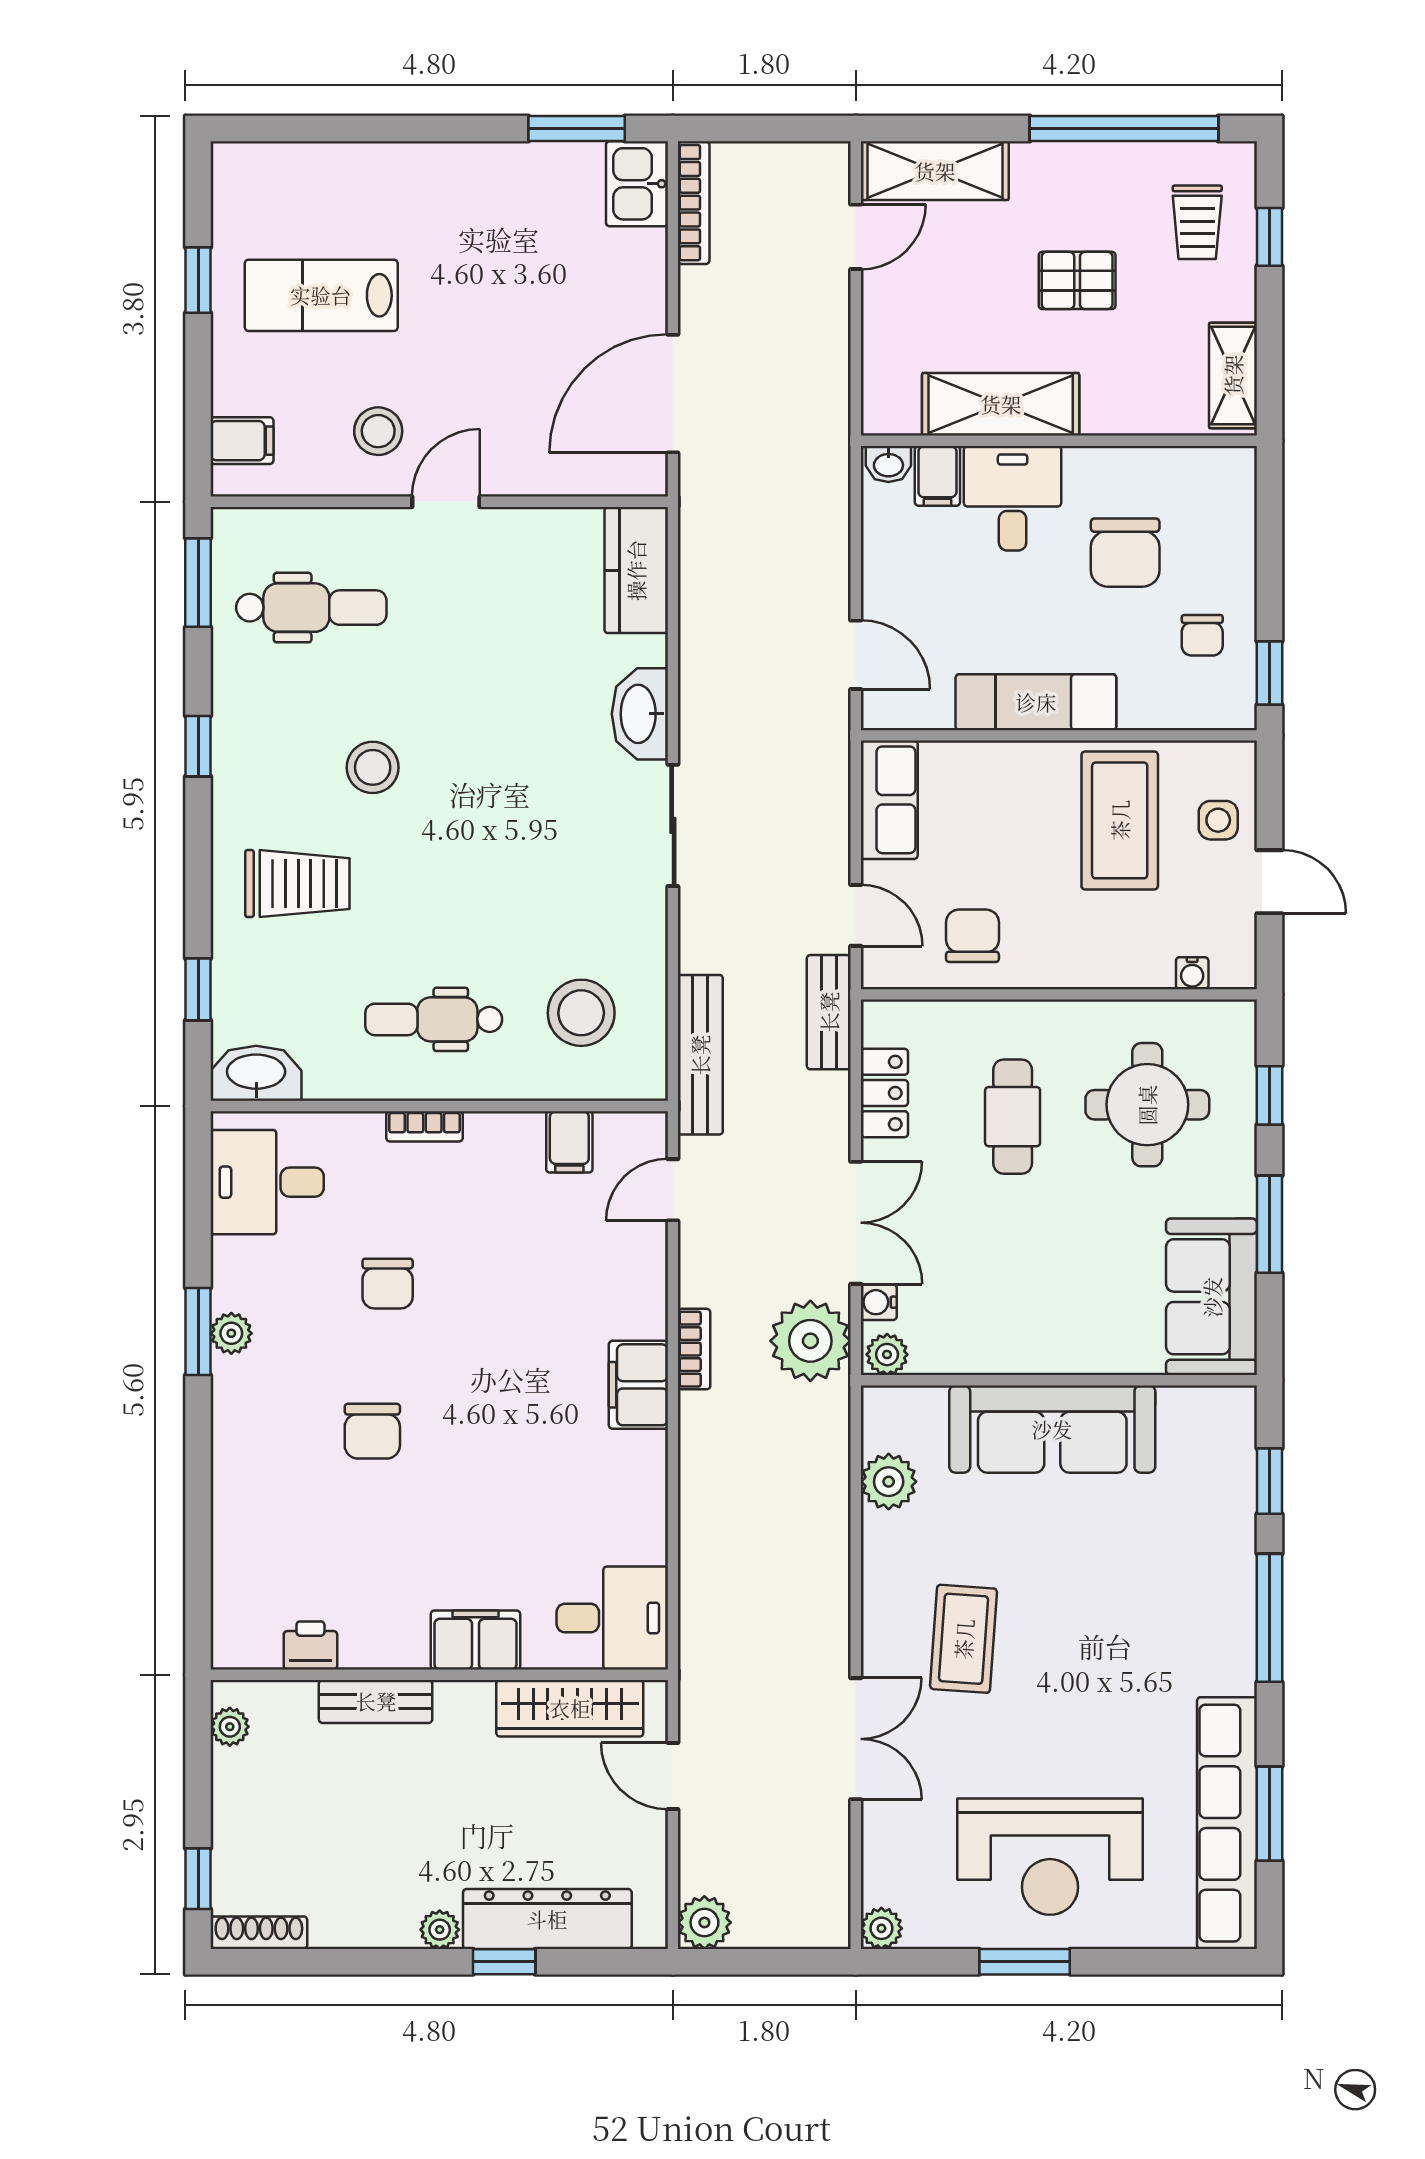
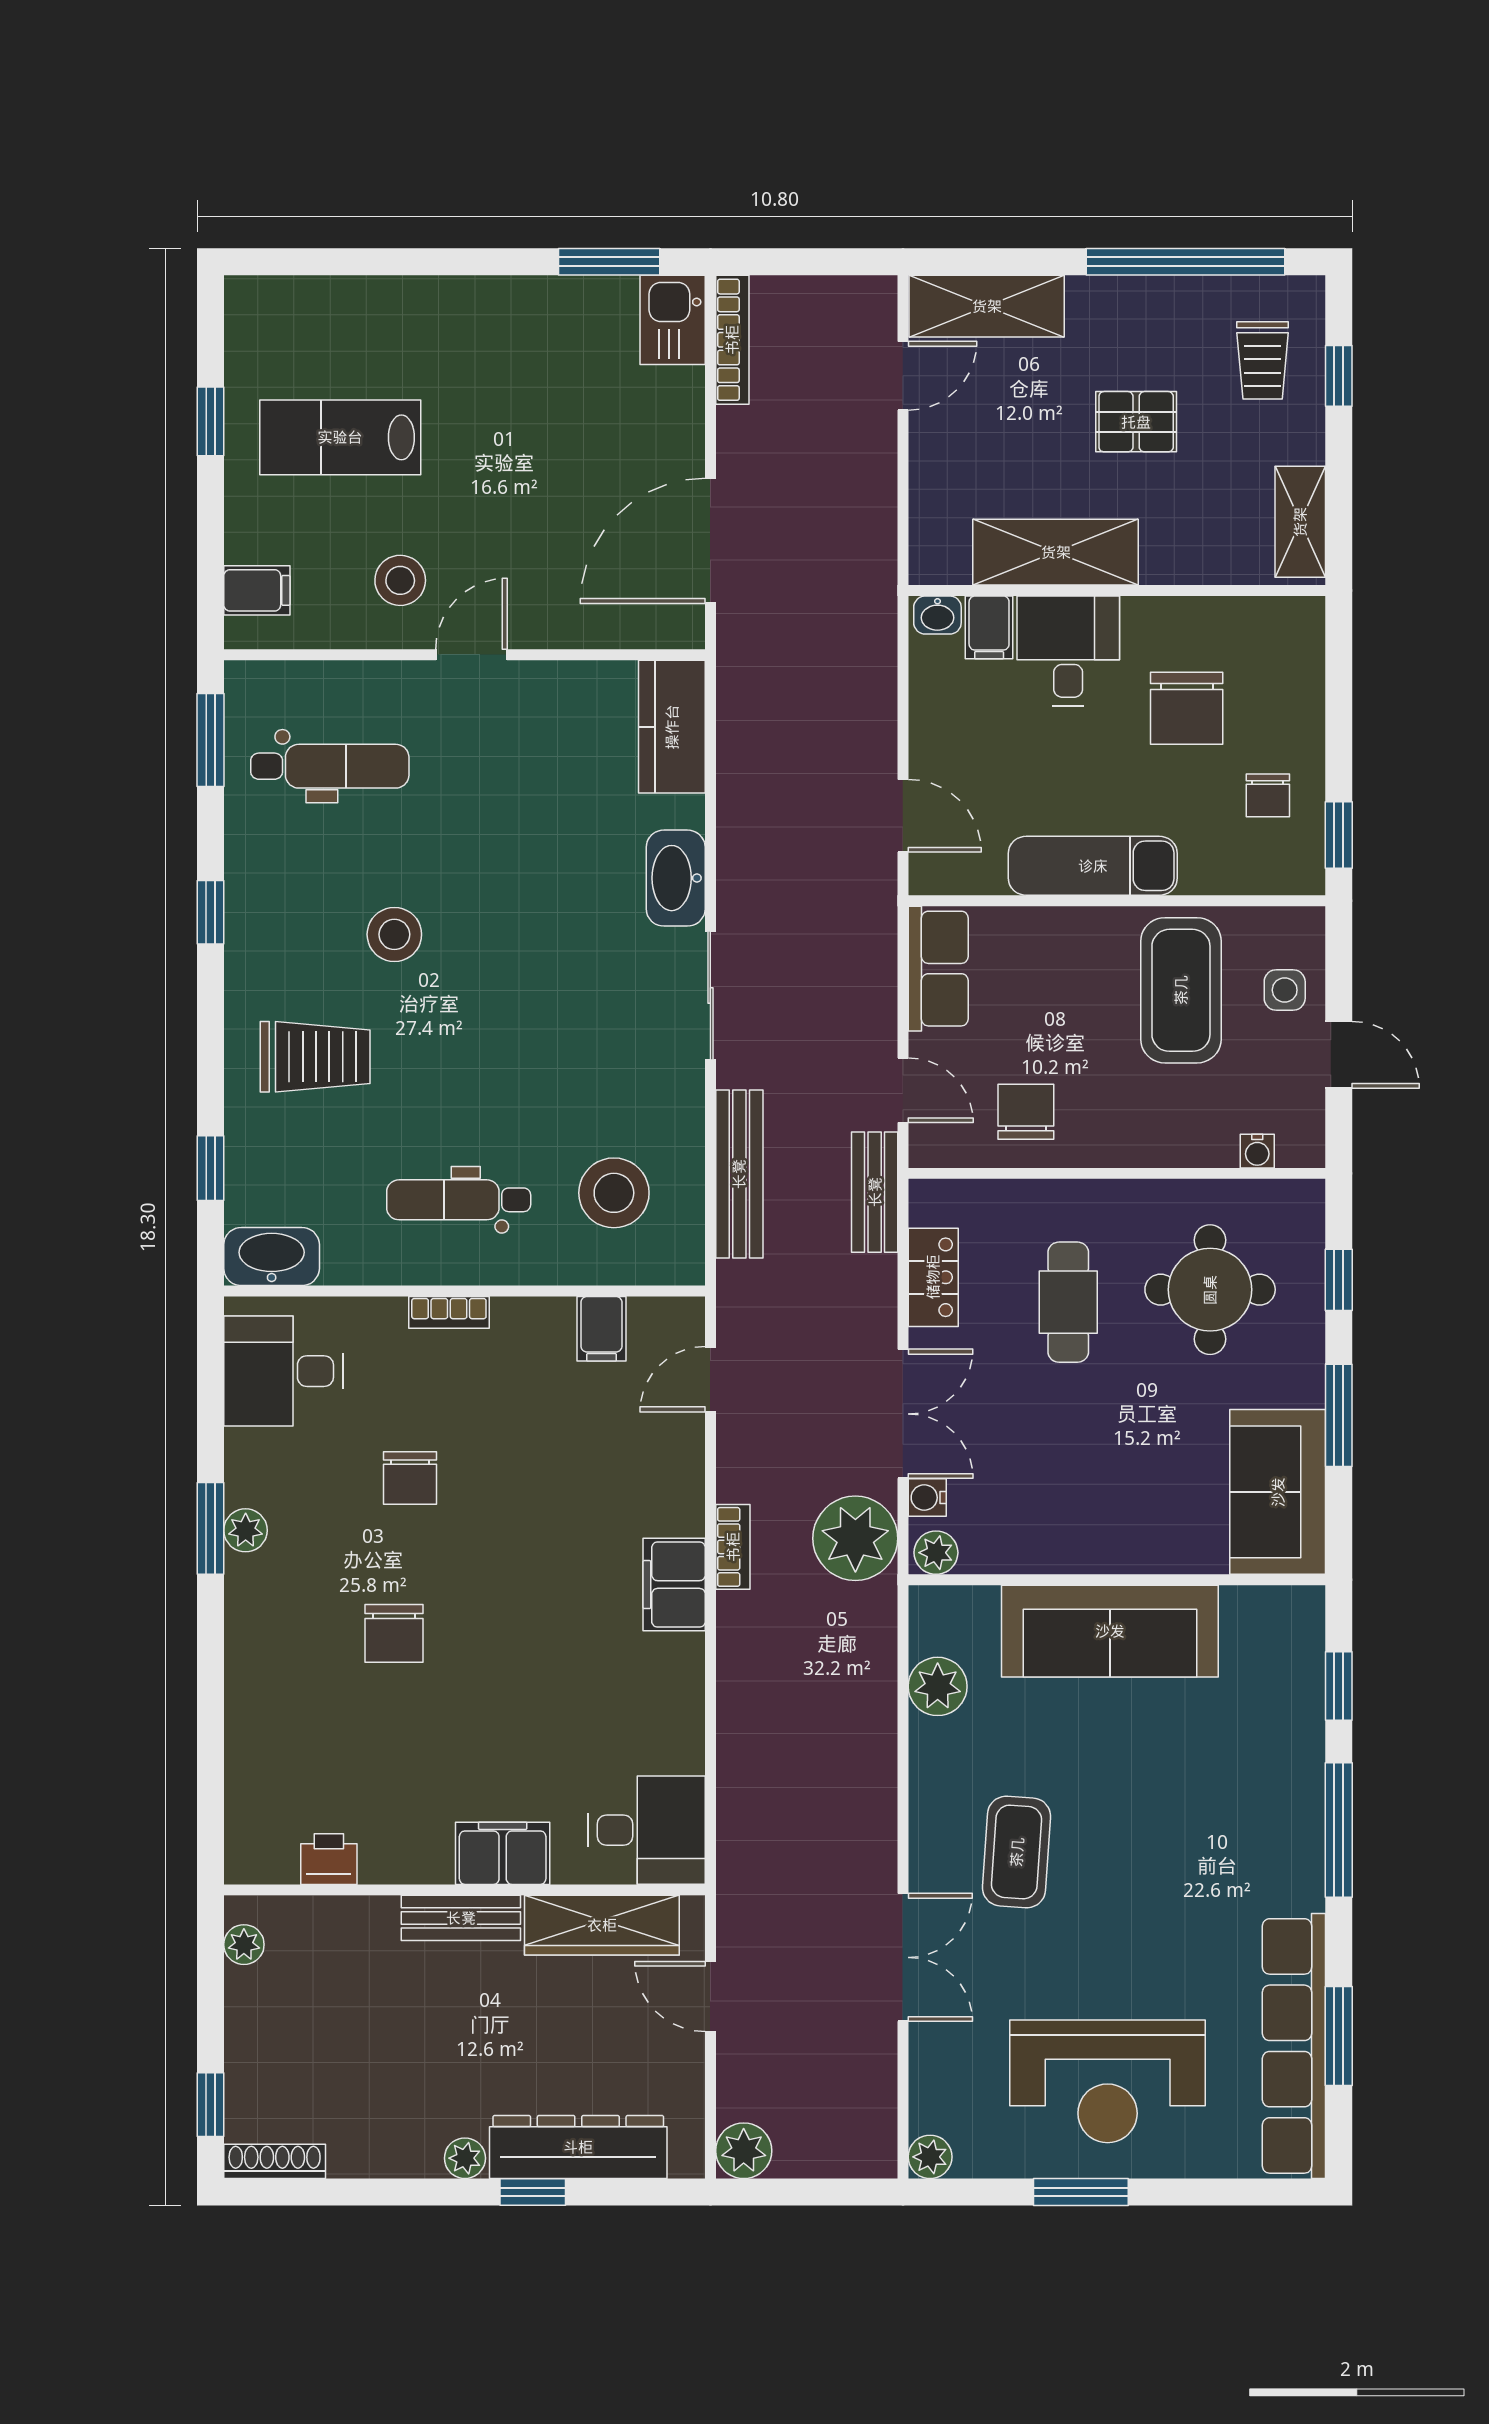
bench: (700, 1055) -> (739, 1174), moved
bench: (376, 1701) -> (461, 1918), moved

